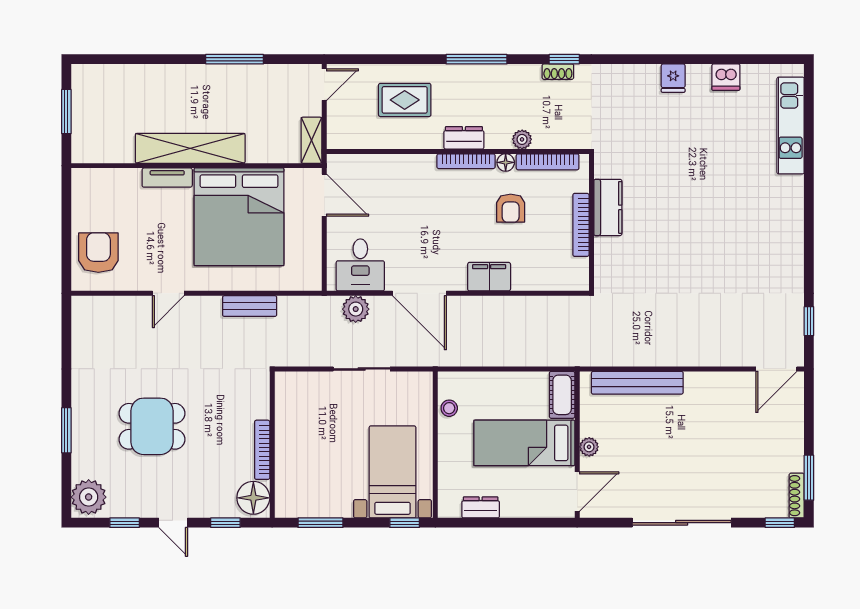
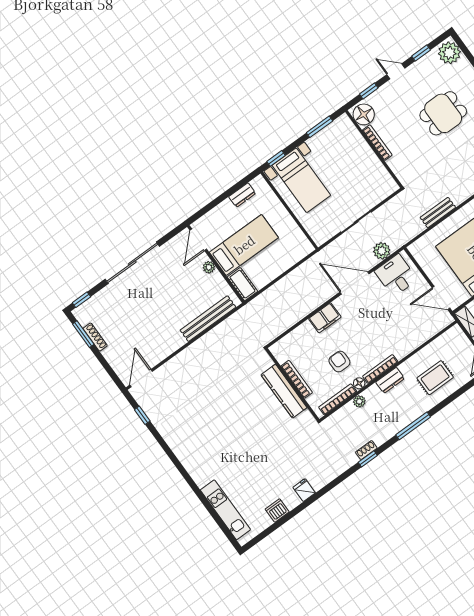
kitchen counter: (608, 207) -> (284, 391), width x1.50
stool: (449, 408) -> (296, 235), removed
shoe rack: (797, 496) -> (95, 337), moved

